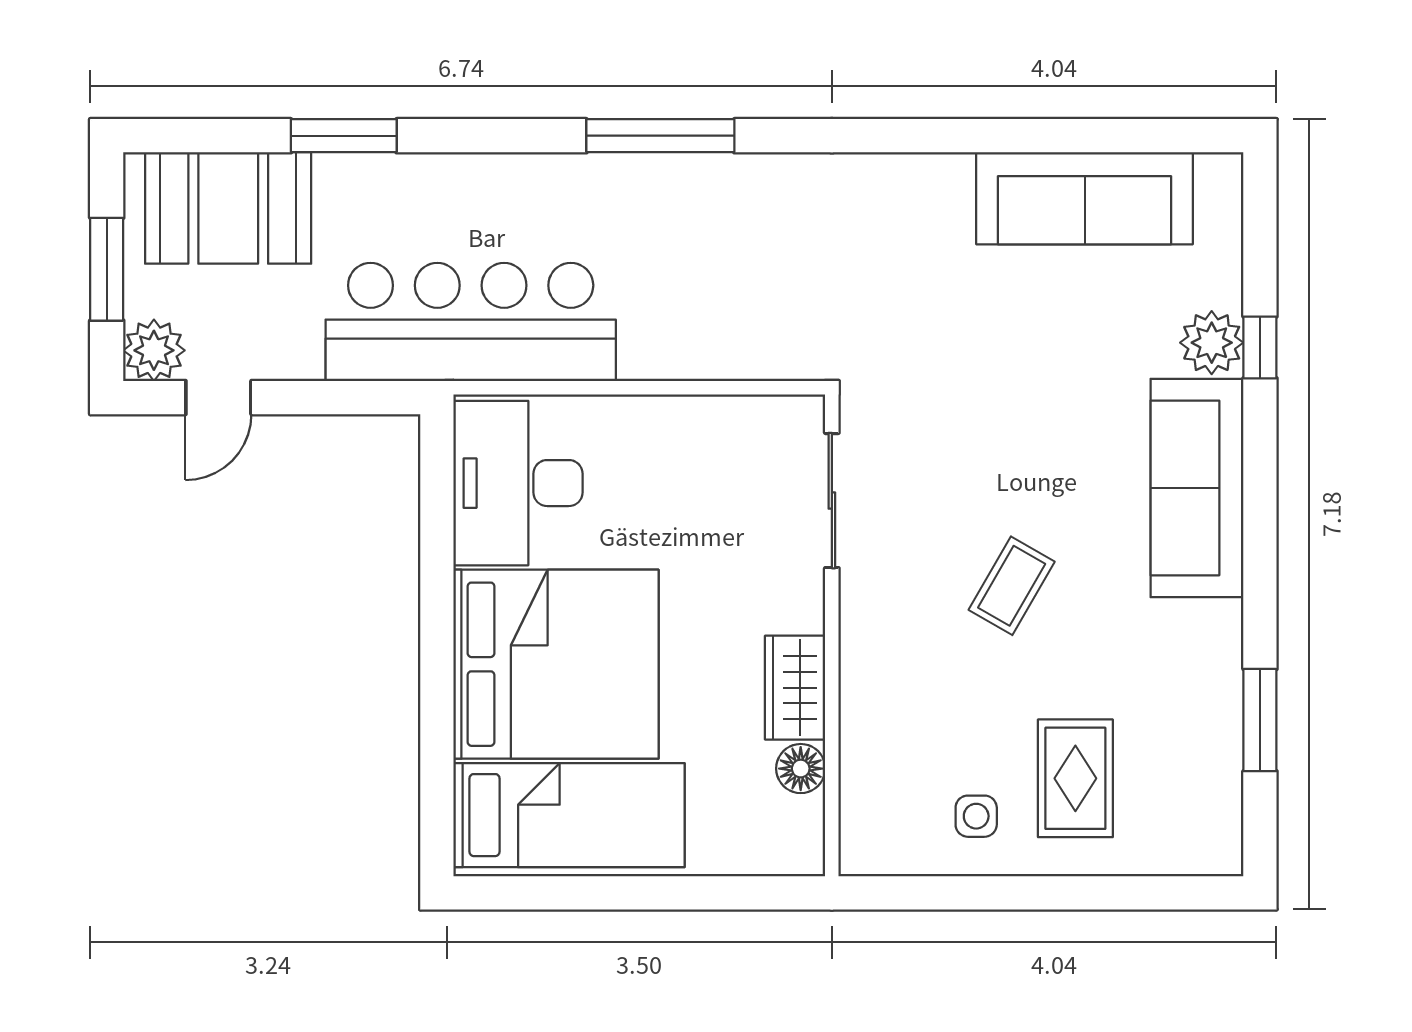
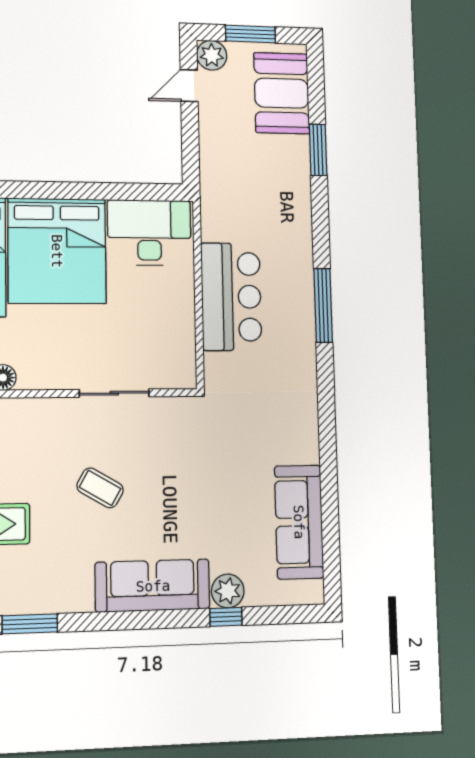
bar counter: (471, 322) -> (231, 297), moved, width x0.73
door: (218, 398) -> (189, 86), hinge flipped
sliding door: (832, 501) -> (114, 393), moved
wardrobe: (795, 688) -> (46, 374), removed

